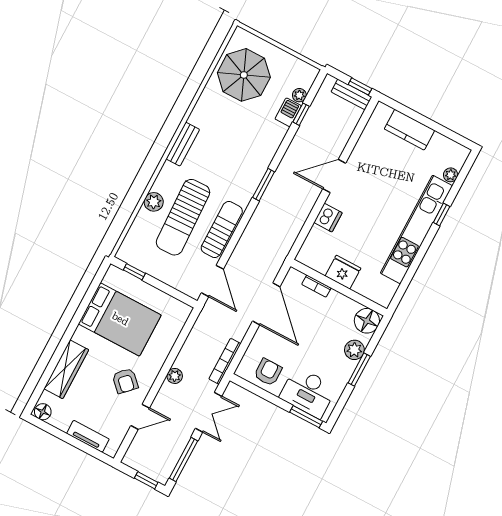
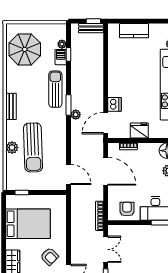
door: (334, 176) -> (106, 123), moved
sun lounger: (222, 229) -> (55, 89), moved
plant: (175, 376) -> (76, 115), moved

